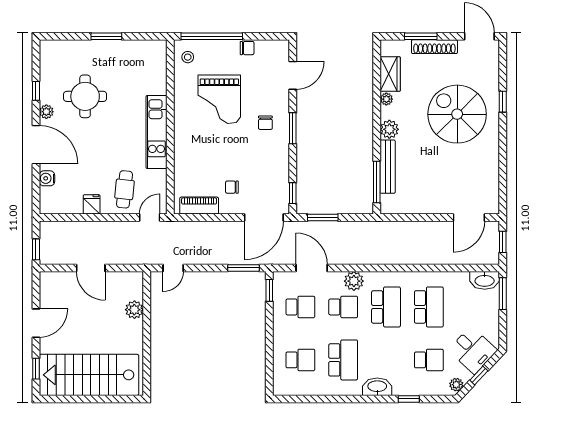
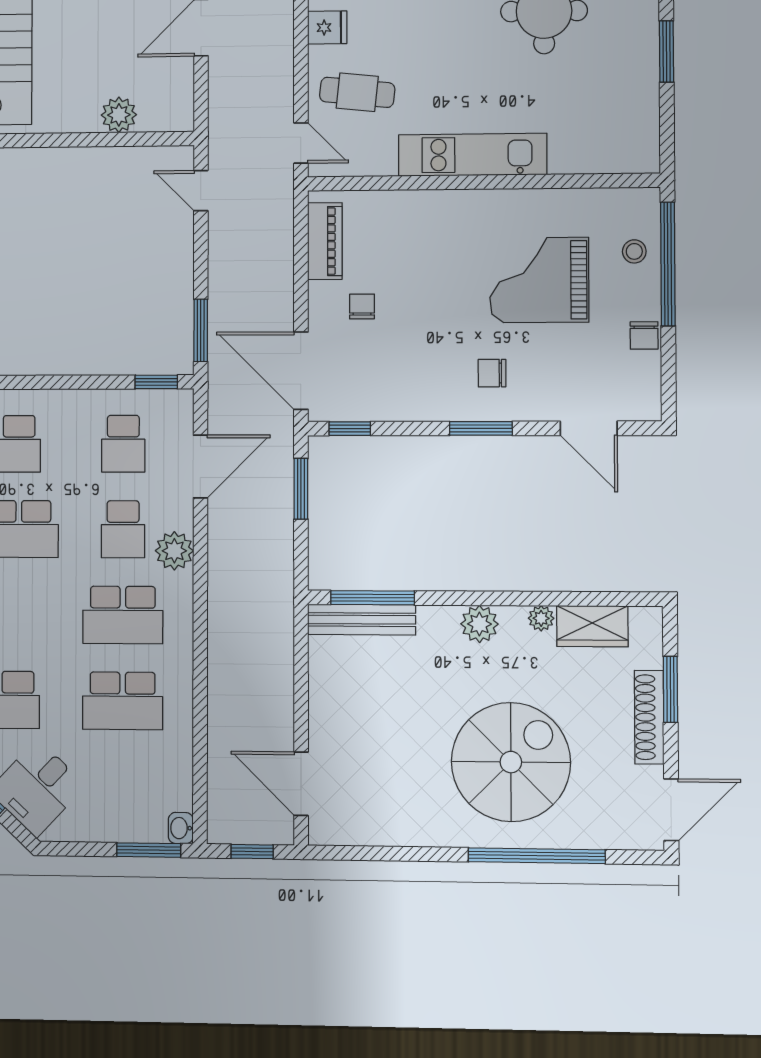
stool: (188, 57) -> (634, 251), moved
window: (503, 102) -> (537, 856), width x3.17
bench: (388, 167) -> (362, 620), moved
washbasin: (485, 280) -> (181, 828), width x0.52, depth x0.69

